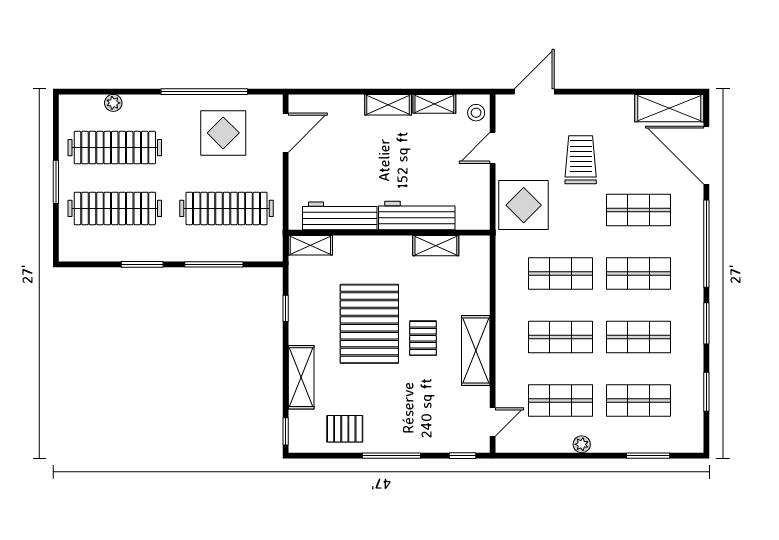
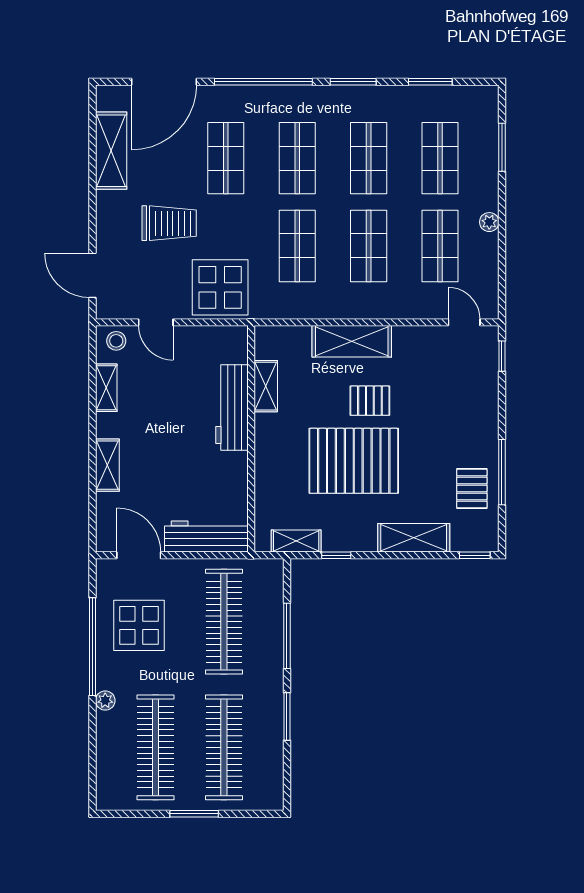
plant: (113, 103) -> (105, 701), moved
shelving: (388, 105) -> (107, 465), moved
shelving: (669, 108) -> (111, 151), moved
trolley: (581, 160) -> (169, 223), turned 180
workbench: (340, 216) -> (206, 536), moved, turned 90
shelving: (310, 245) -> (296, 541), moved, turned 90
shelving: (476, 351) -> (352, 341), moved
window: (391, 456) -> (502, 472), moved

